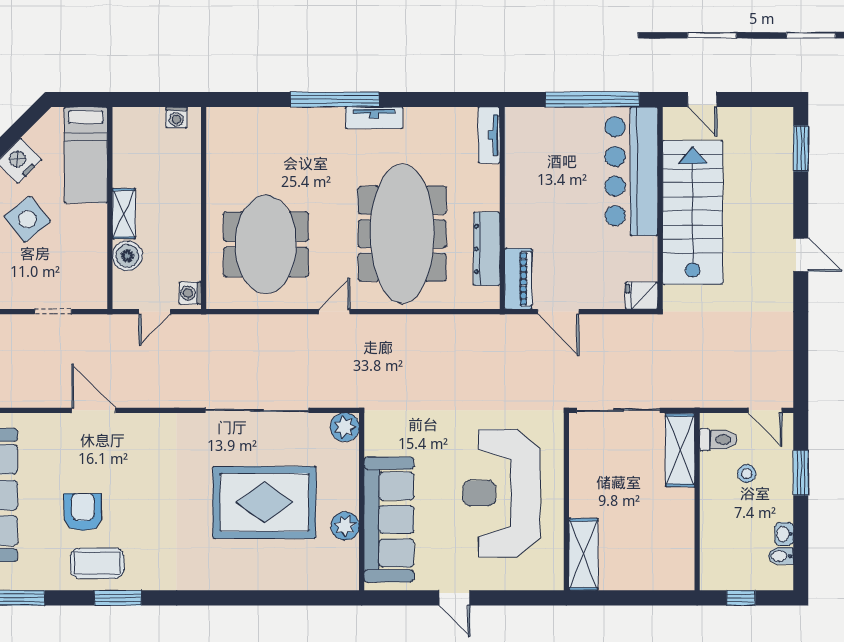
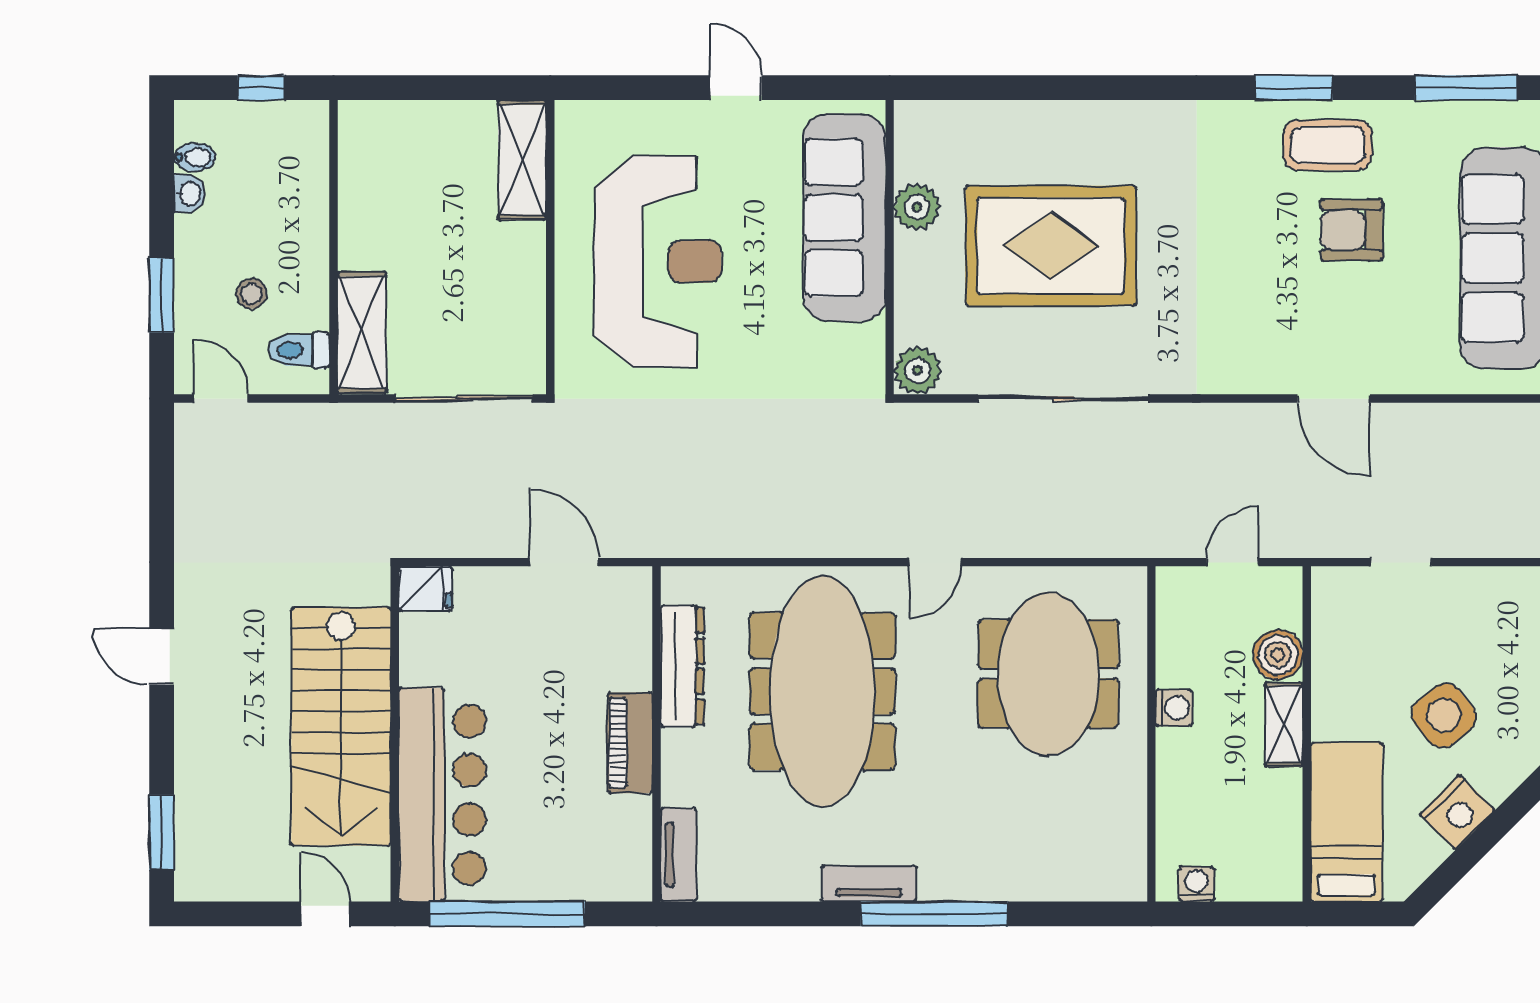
piano: (518, 279) -> (630, 743), moved
washing machine: (190, 293) -> (1174, 708), moved
armchair: (83, 512) -> (1352, 230), turned 90

